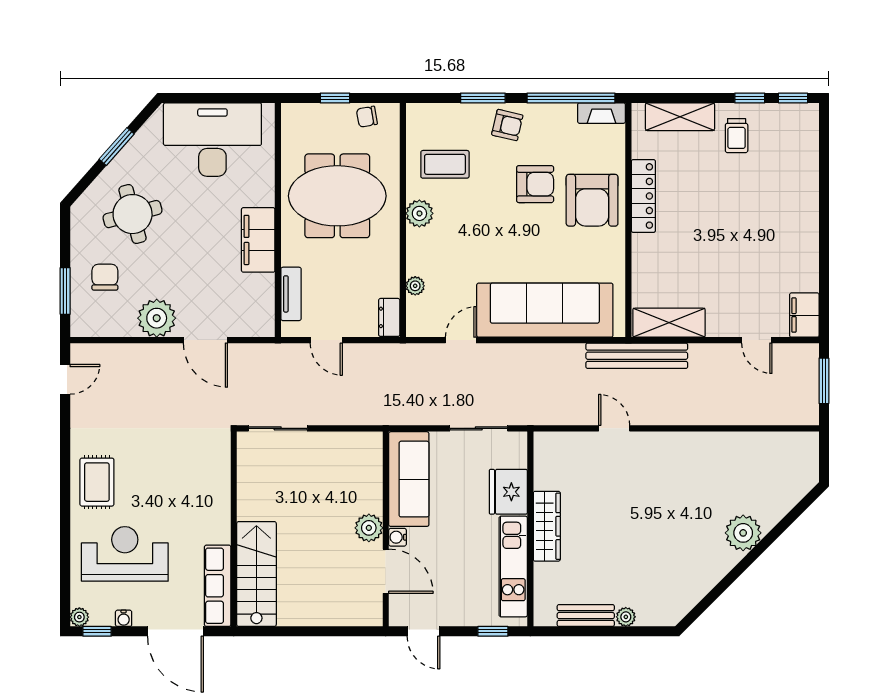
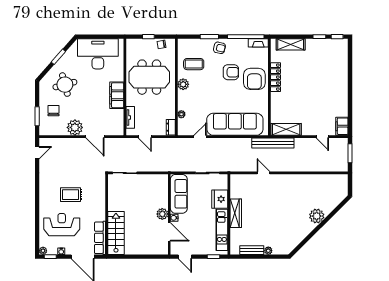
trolley: (737, 136) -> (314, 52), removed
rug: (97, 482) -> (71, 195), moved, turned 90

